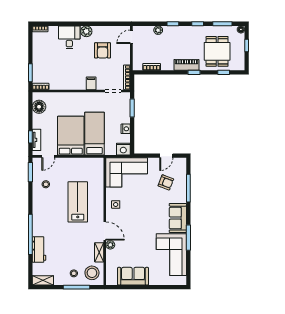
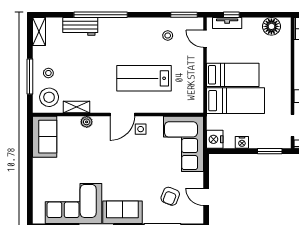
bed: (71, 136) -> (233, 75), width x0.67
lab bench: (78, 202) -> (144, 78), turned 180
door: (105, 231) -> (122, 114), moved
sofa: (133, 276) -> (45, 137), moved

